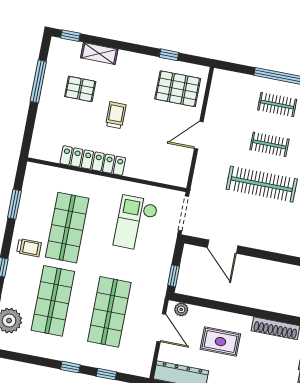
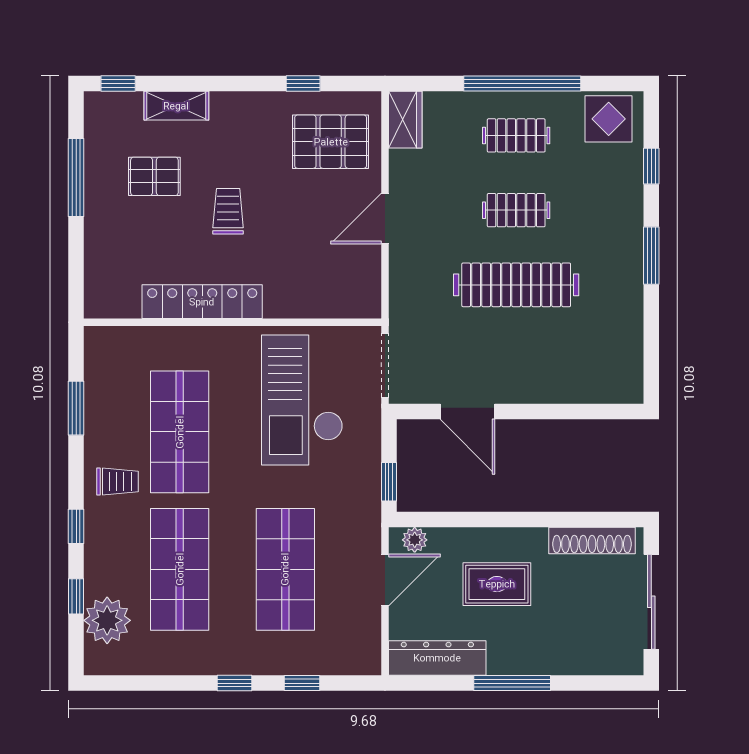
wardrobe: (220, 85) -> (405, 120), added
checkout: (136, 223) -> (302, 400), width x1.36, depth x1.21
door: (161, 328) -> (385, 580), hinge flipped

